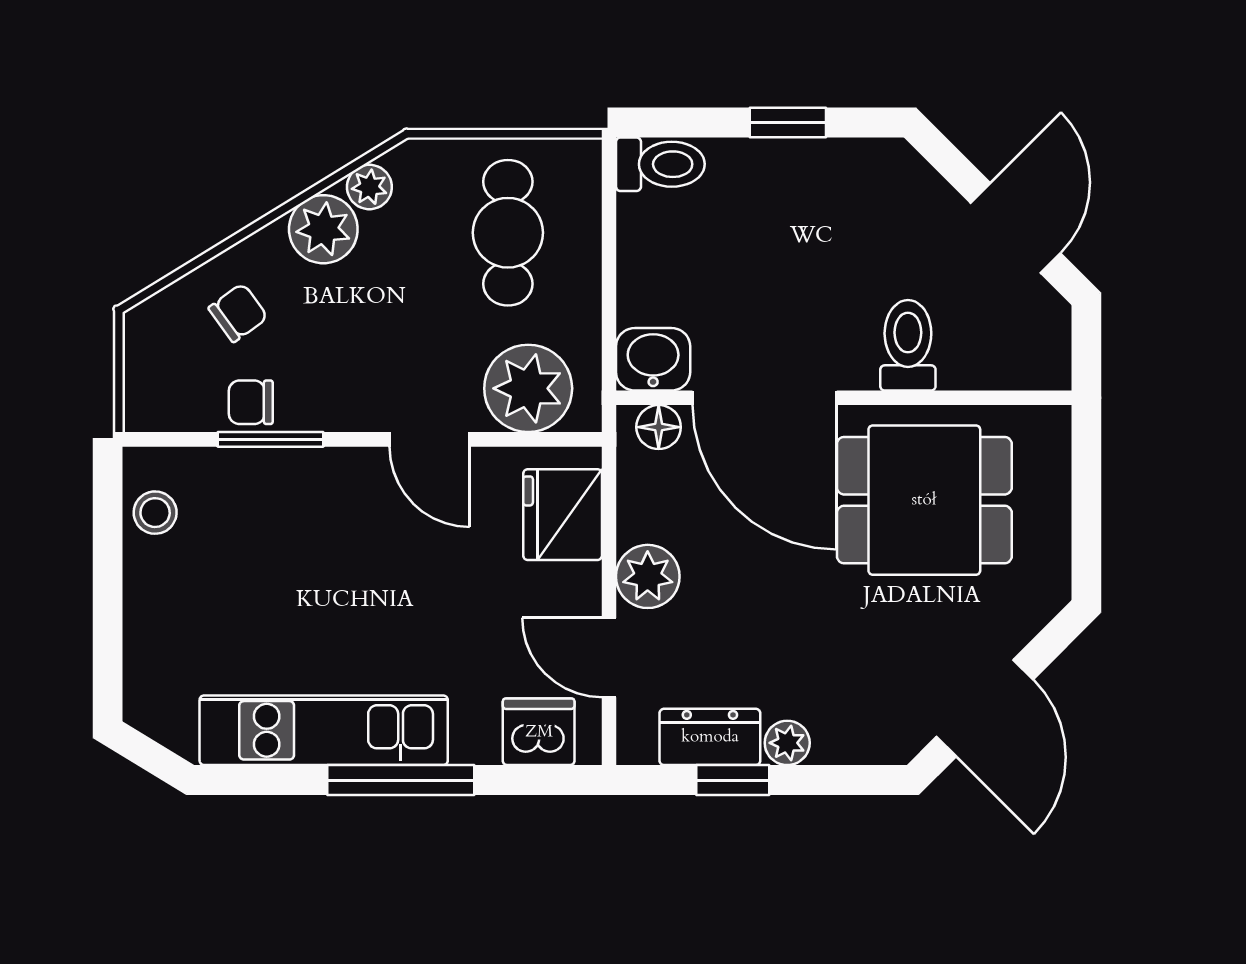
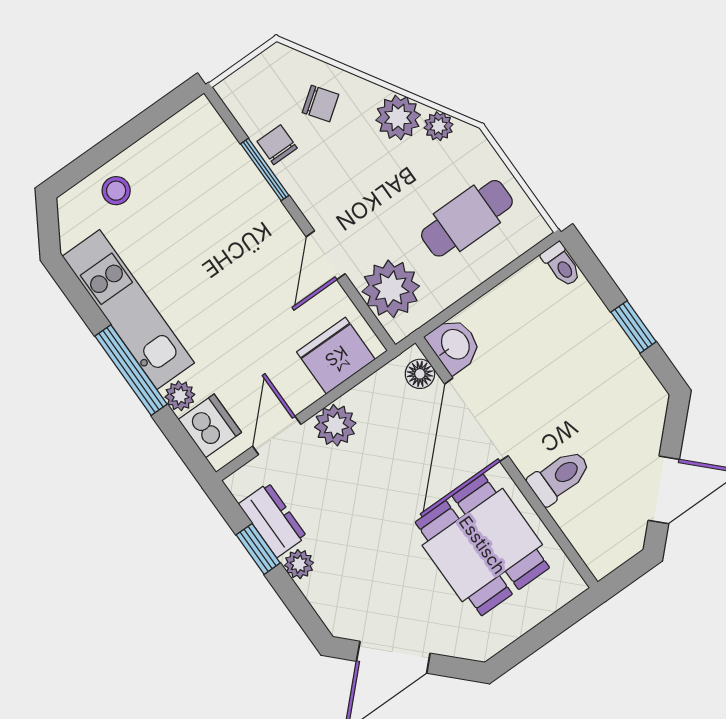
toilet: (660, 164) -> (561, 265), width x0.73, depth x0.72
stool: (155, 513) -> (116, 191), moved
plant: (475, 742) -> (180, 396), added

